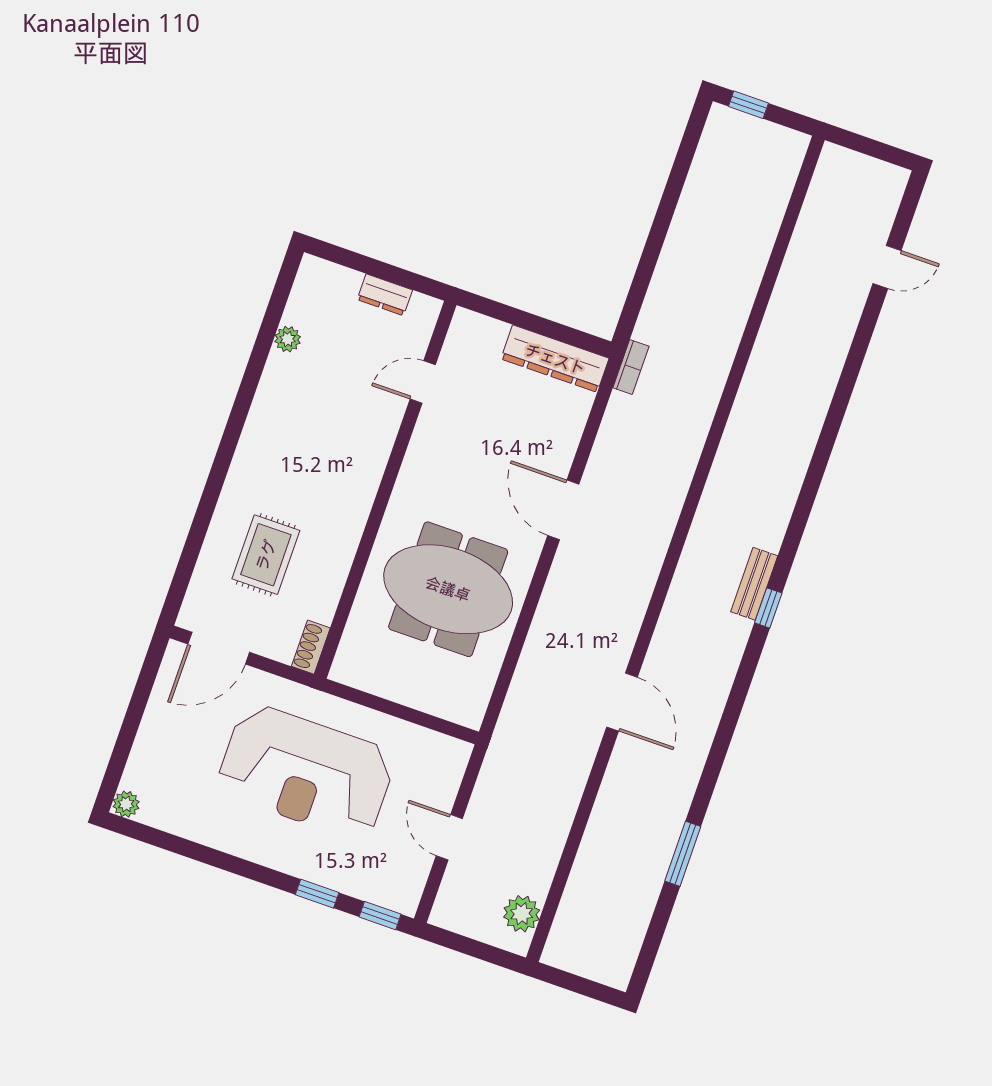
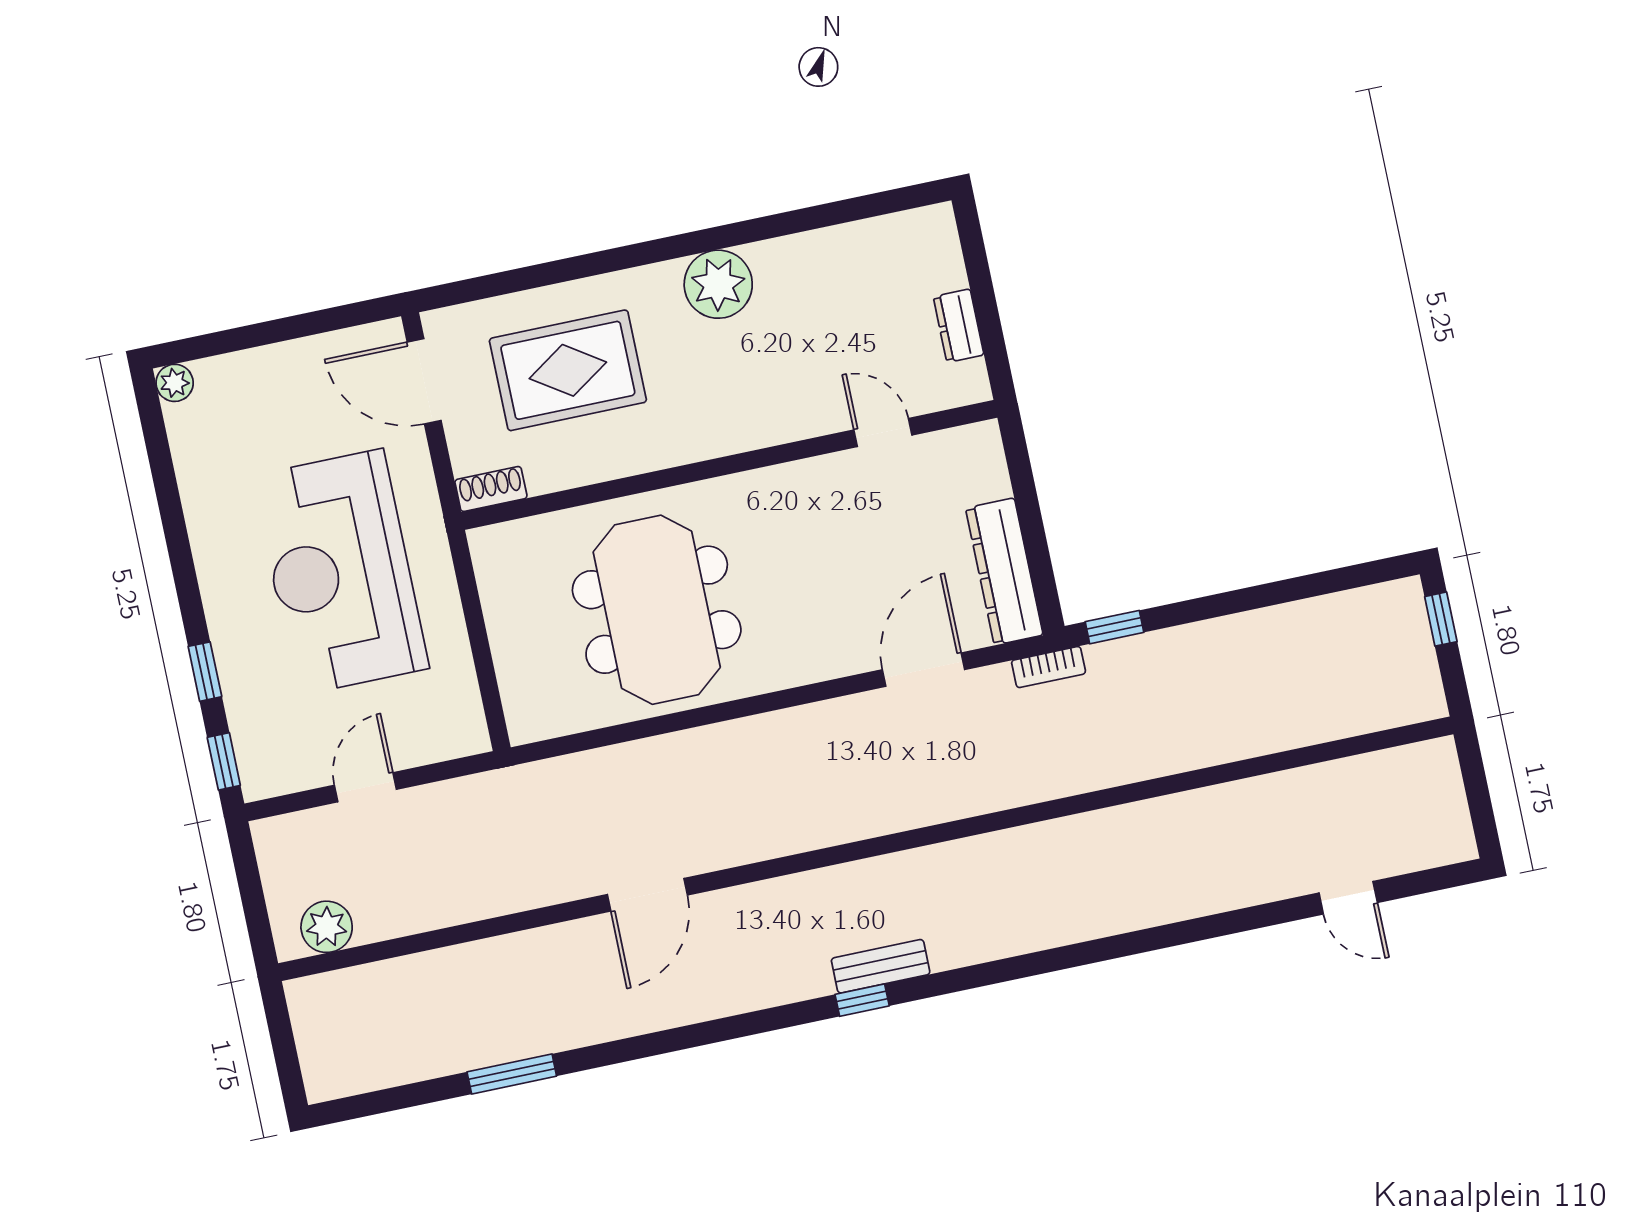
window: (631, 311) -> (1115, 627), added
plant: (288, 339) -> (718, 284), moved, width x1.88, depth x1.88
door: (563, 510) -> (923, 670), moved
rug: (266, 555) -> (568, 370), width x1.36, depth x1.43

